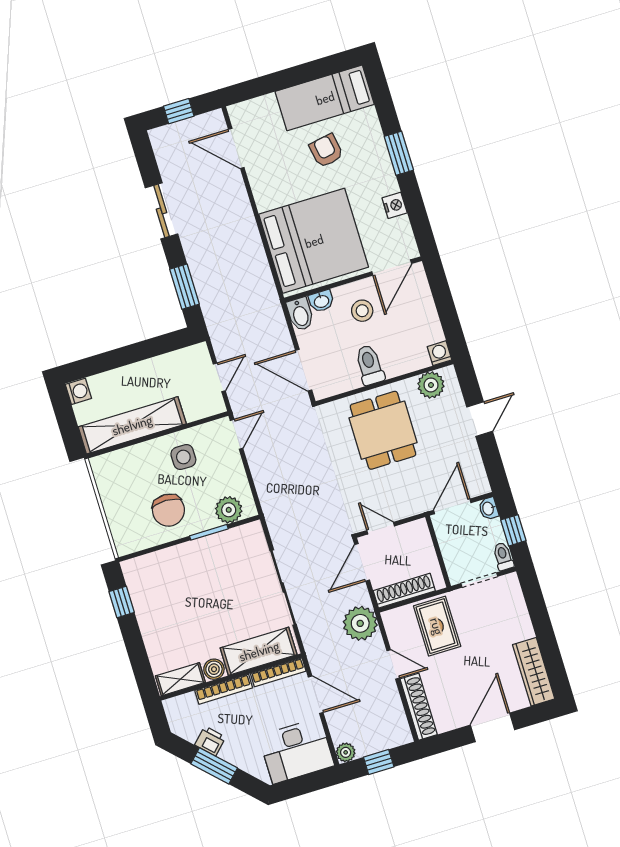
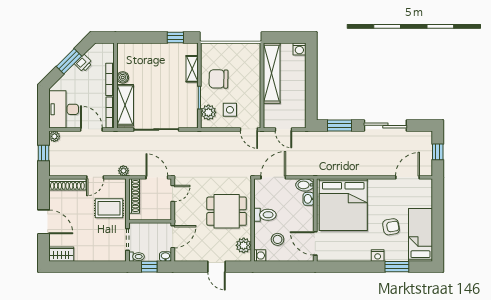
window: (399, 153) -> (397, 267), moved
nightstand: (395, 205) -> (378, 256), moved
sliding door: (161, 211) -> (385, 125), width x1.37
stool: (362, 311) -> (278, 239), moved
side table: (183, 457) -> (230, 110), moved
door: (452, 506) -> (173, 237), hinge flipped
plant: (360, 623) -> (123, 171), width x0.53, depth x0.53
wardrobe: (534, 672) -> (61, 254), width x0.67
shelving: (180, 679) -> (192, 69), moved
door: (316, 695) -> (91, 129), swing flipped

